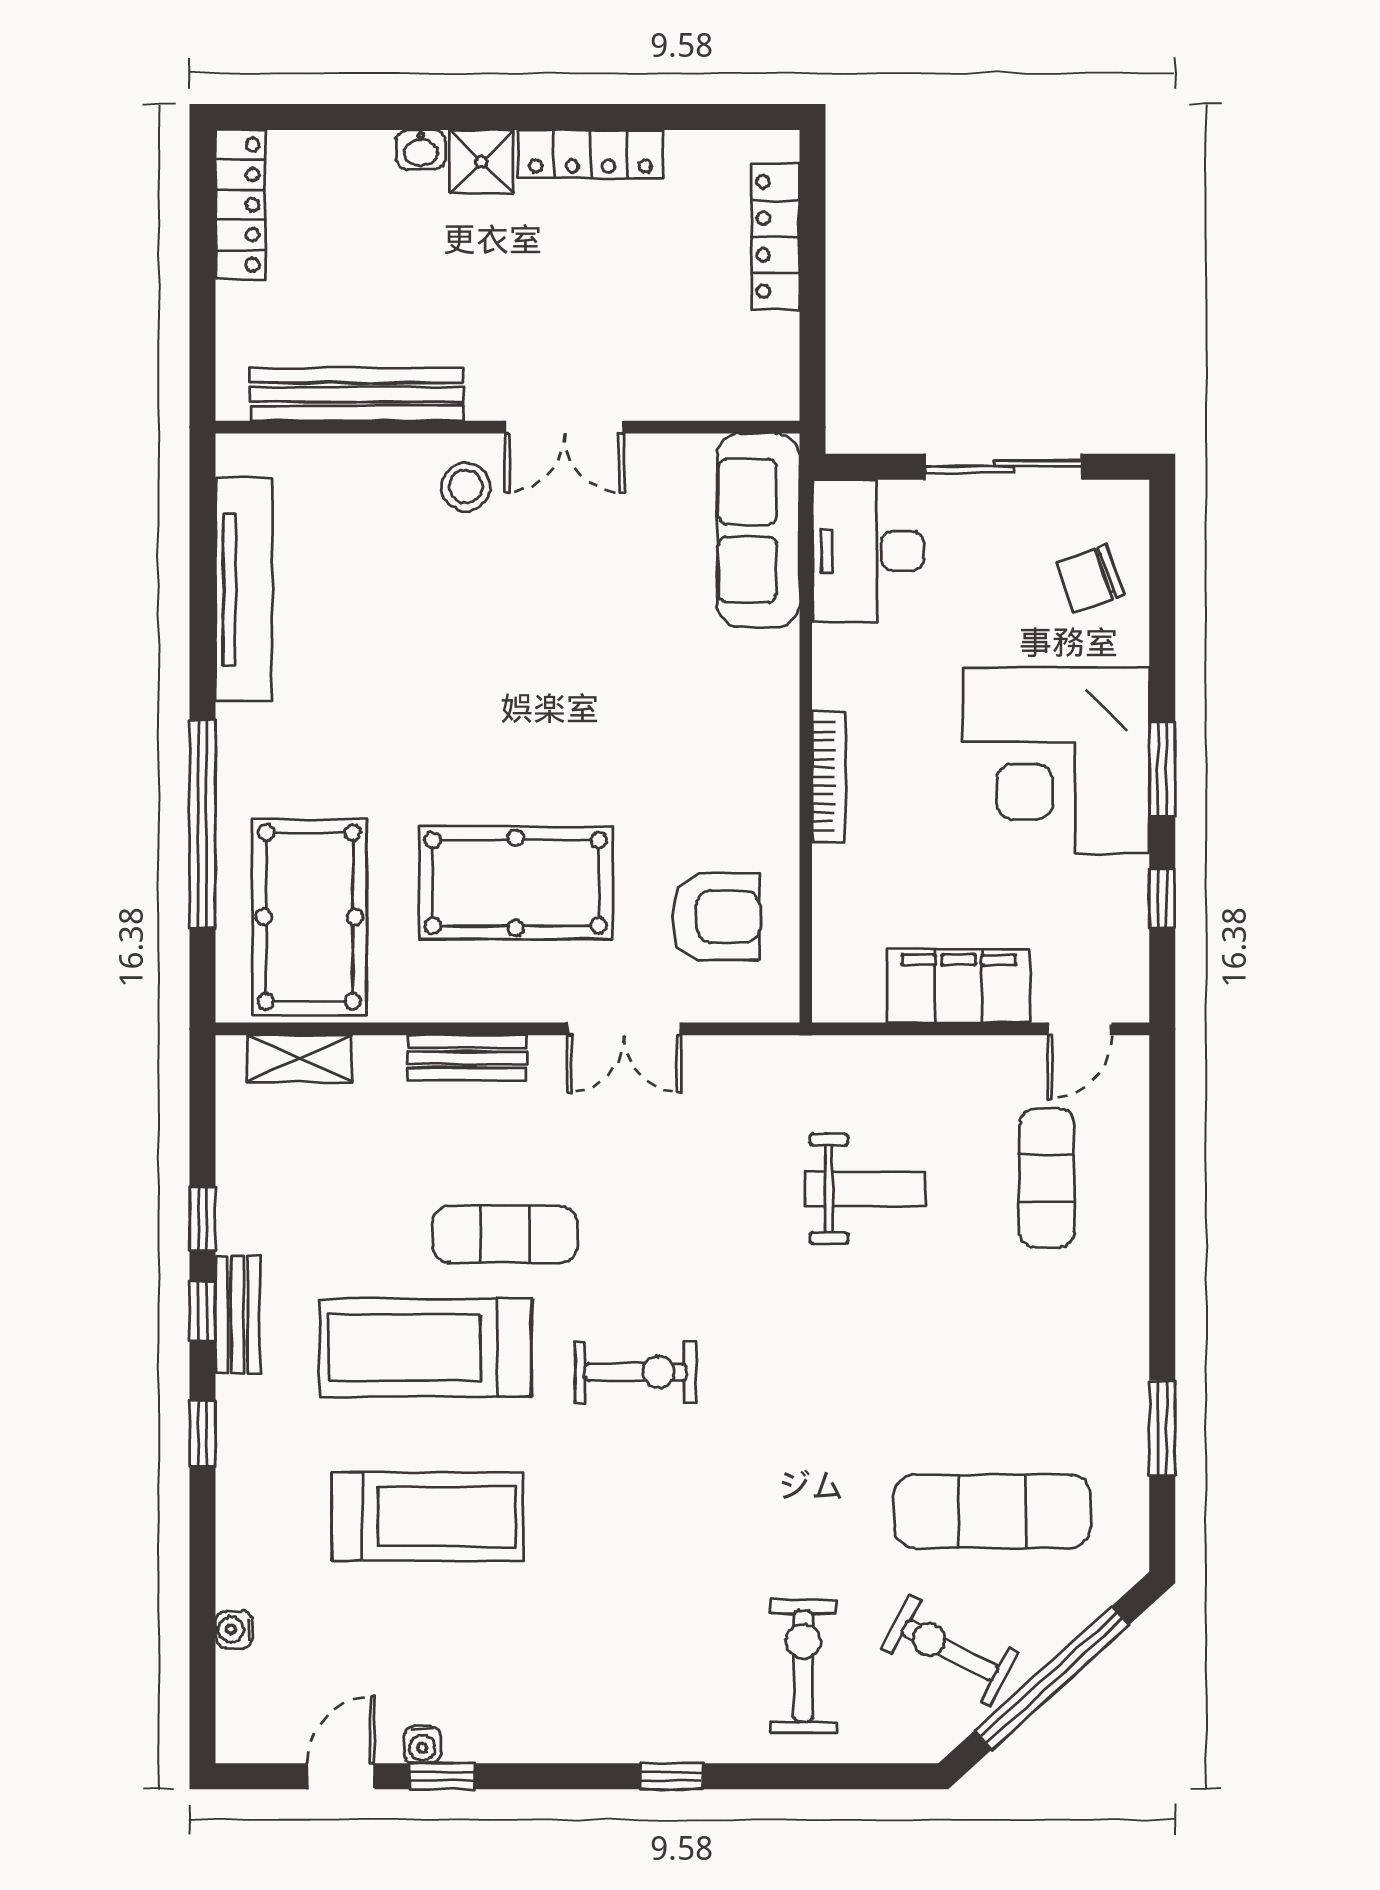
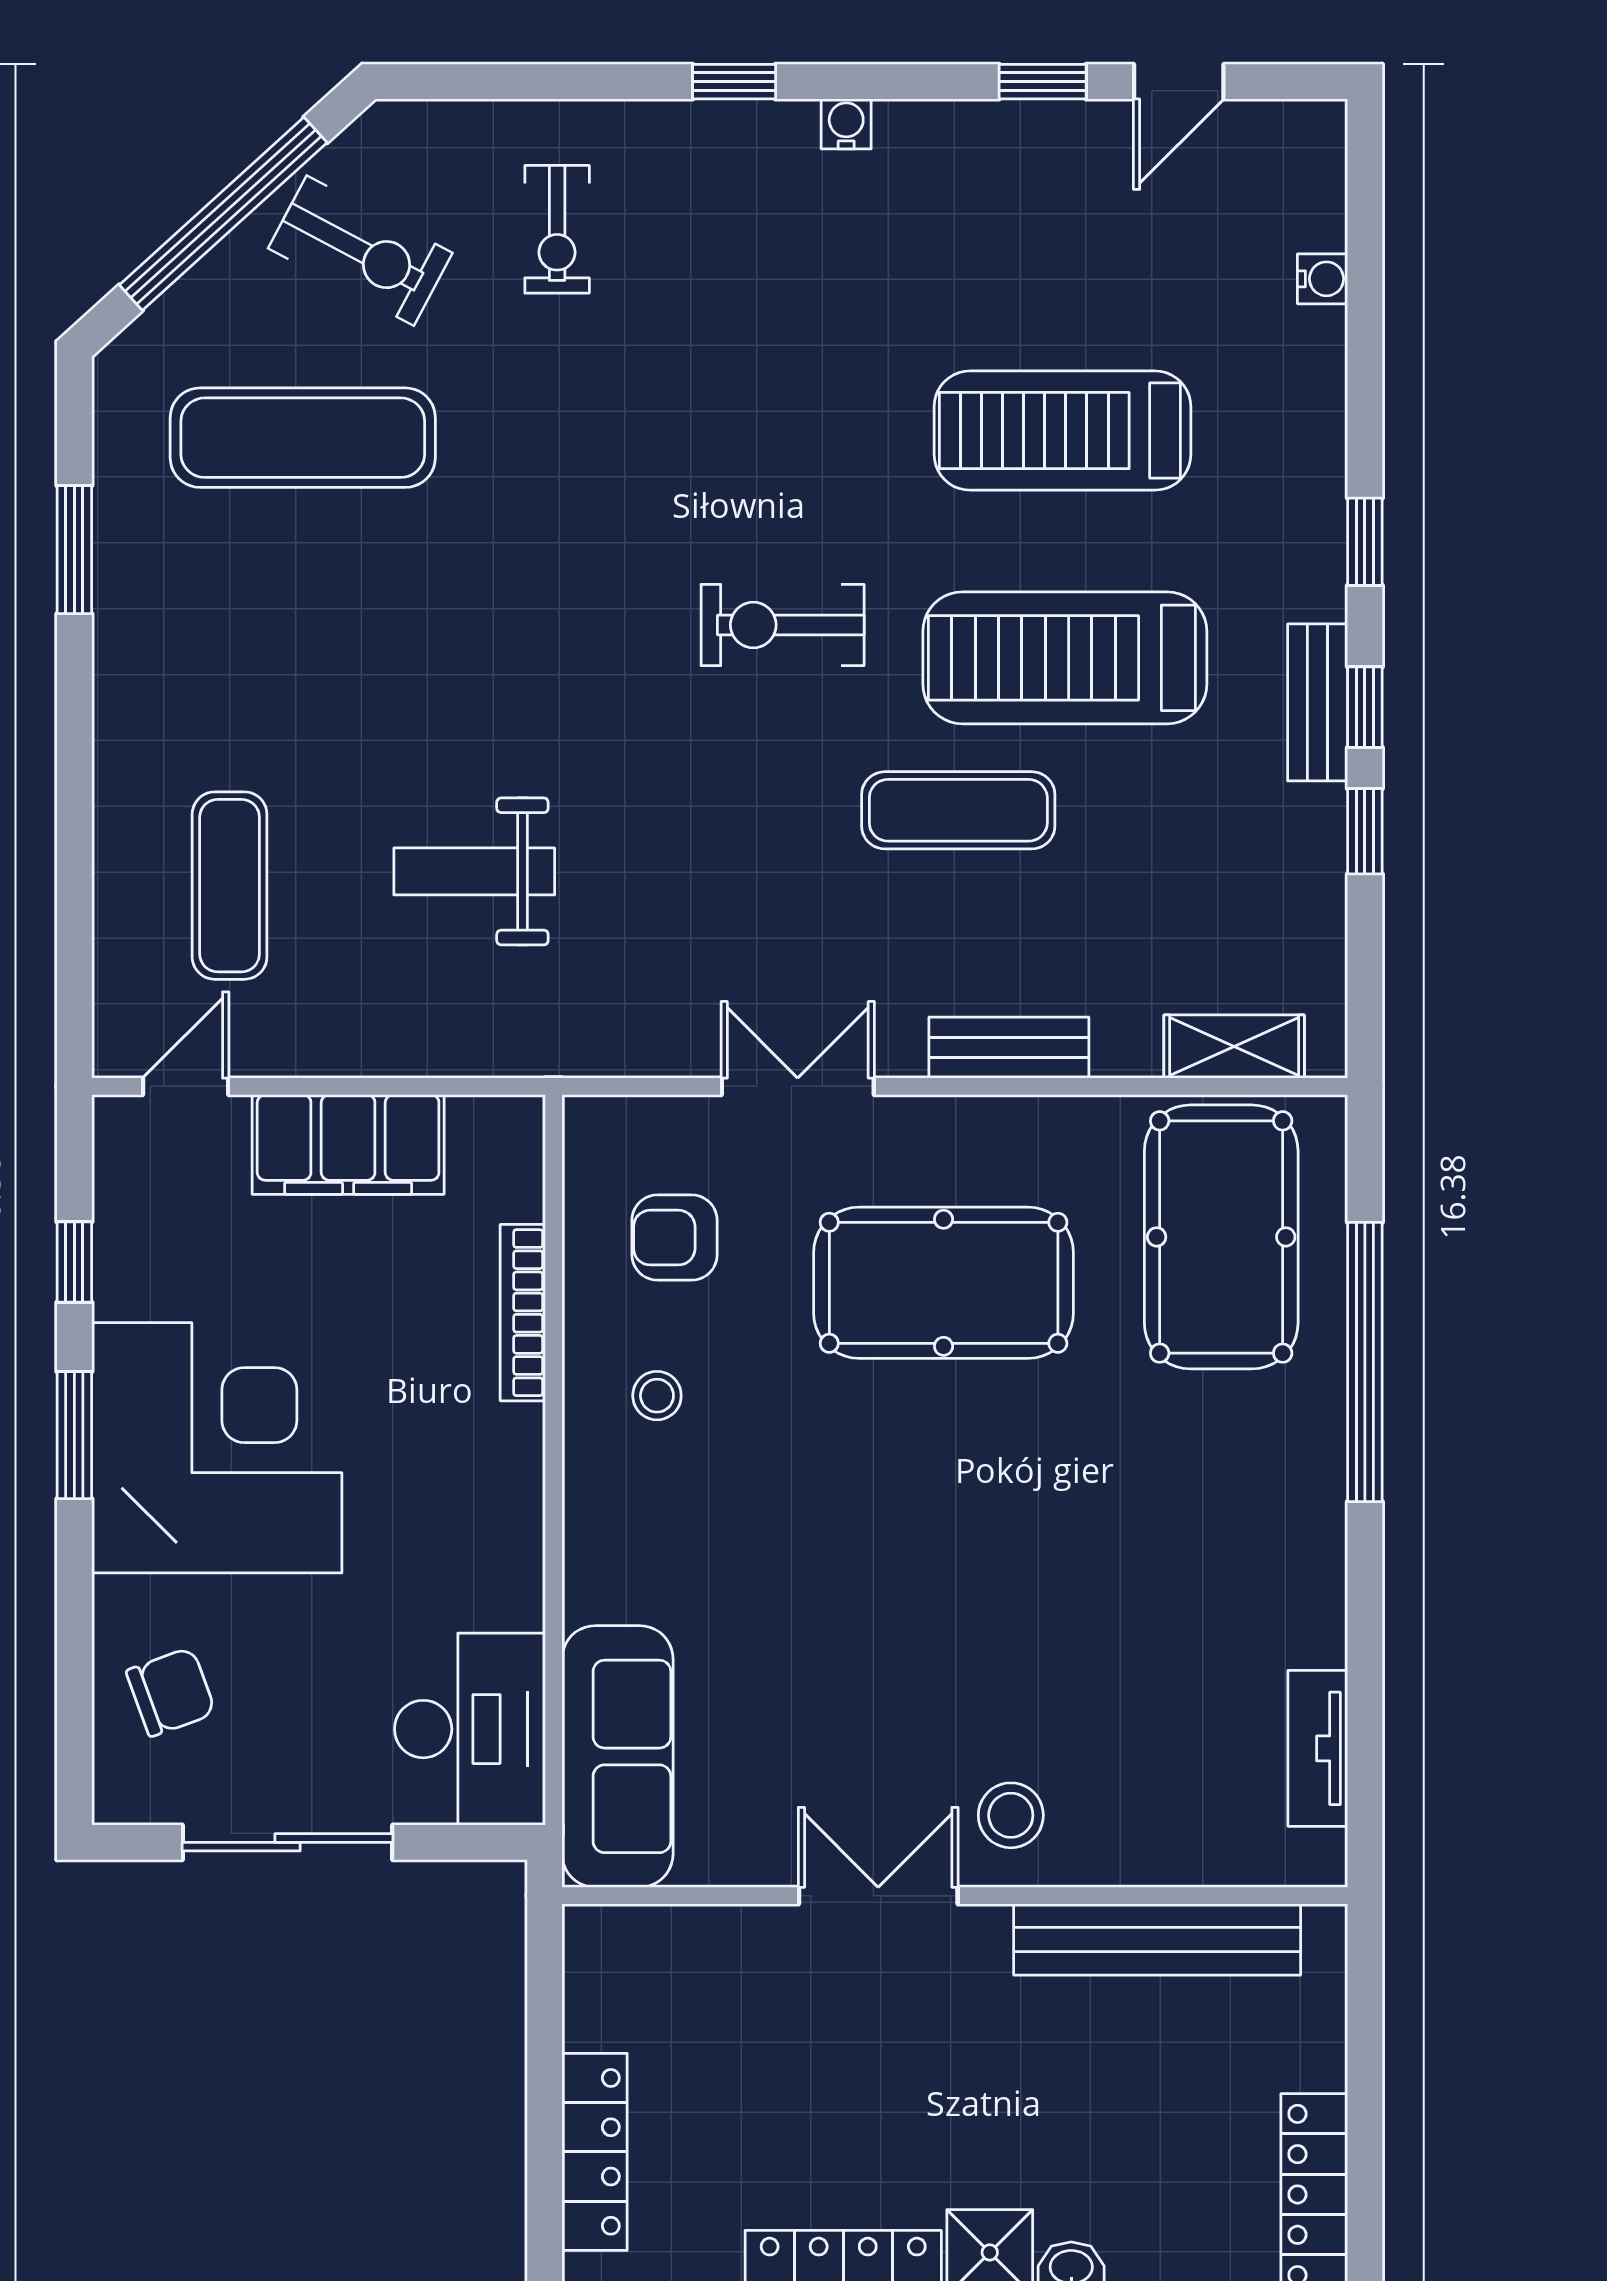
tv unit: (244, 590) -> (1318, 1748), width x0.52, depth x0.78
bookcase: (829, 777) -> (523, 1313), moved
stool: (729, 799) -> (657, 1396), added
armchair: (716, 917) -> (675, 1238), width x0.72, depth x0.72
treadmill: (426, 1348) -> (1065, 658), turned 180
exercise bike: (803, 1666) -> (557, 229), width x0.73, depth x0.72
water cooler: (422, 1745) -> (846, 124), moved

